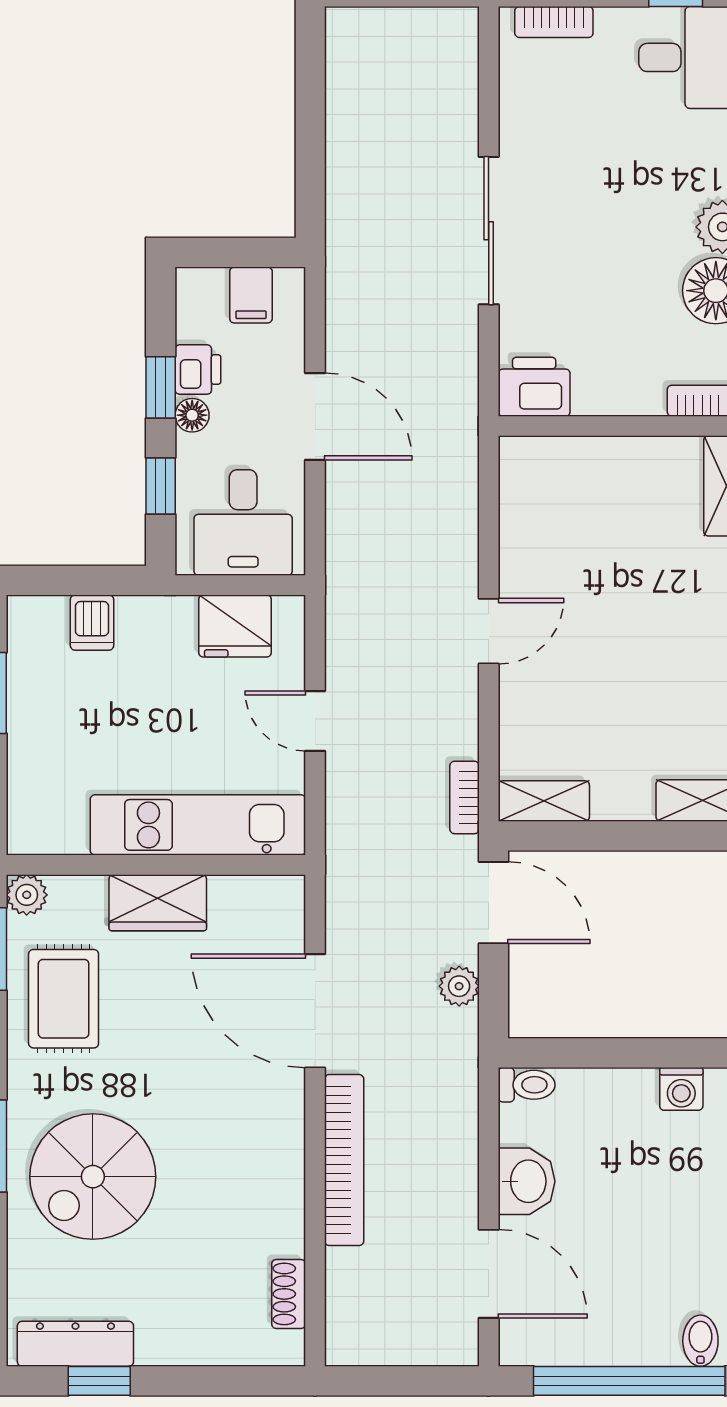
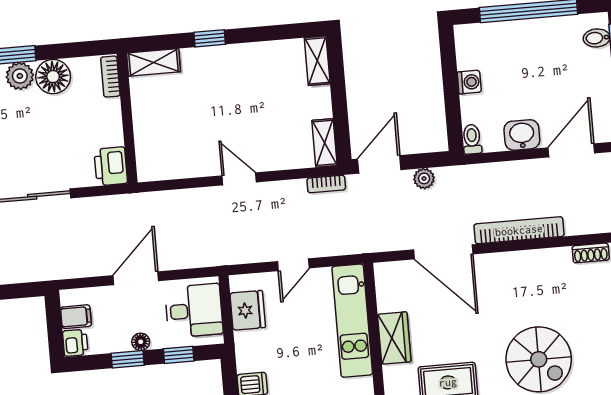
printer: (198, 370) -> (75, 343), moved, turned 90
door: (315, 1011) -> (443, 252), hinge flipped
washing machine: (681, 1089) -> (469, 82), moved

